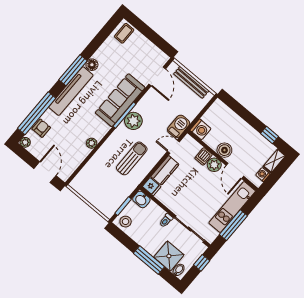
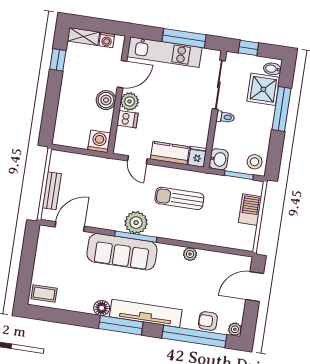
bench: (191, 82) -> (52, 191), width x0.73
barbecue: (179, 126) -> (250, 210), moved, turned 90

